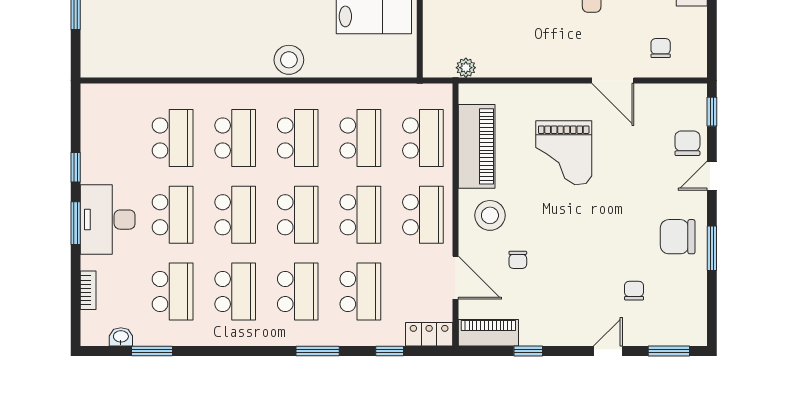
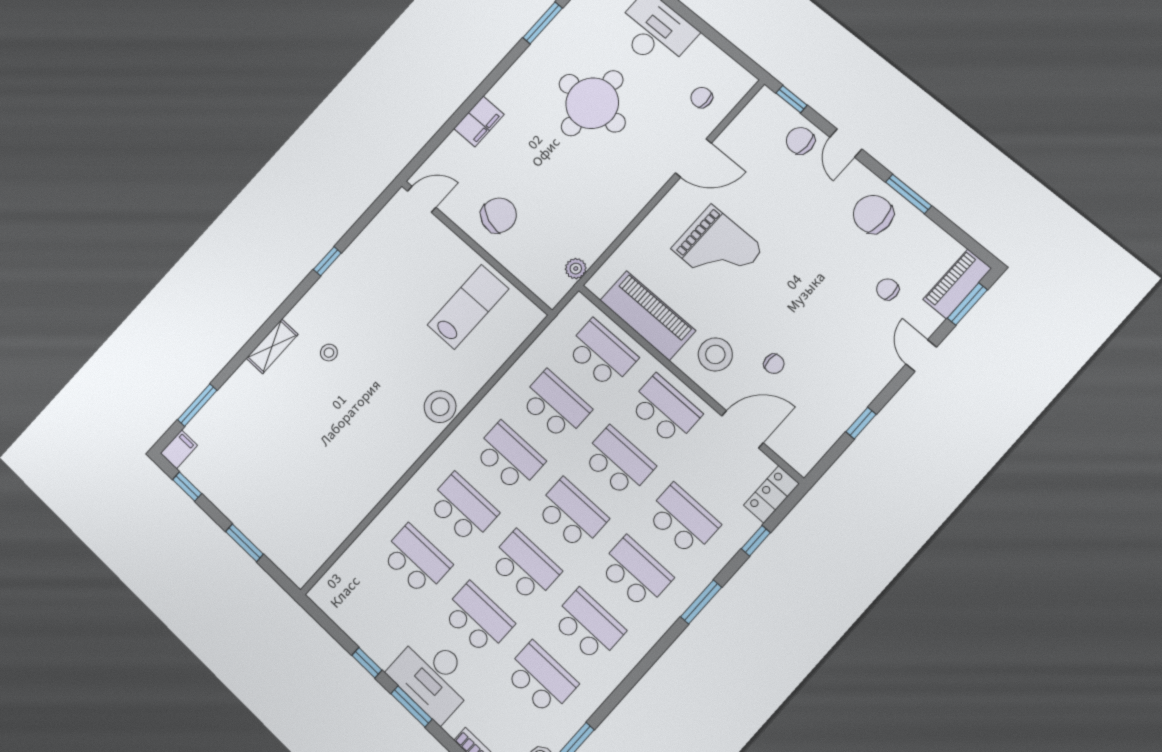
chair: (678, 237) -> (873, 214), turned 90
piano: (488, 333) -> (957, 284), moved

